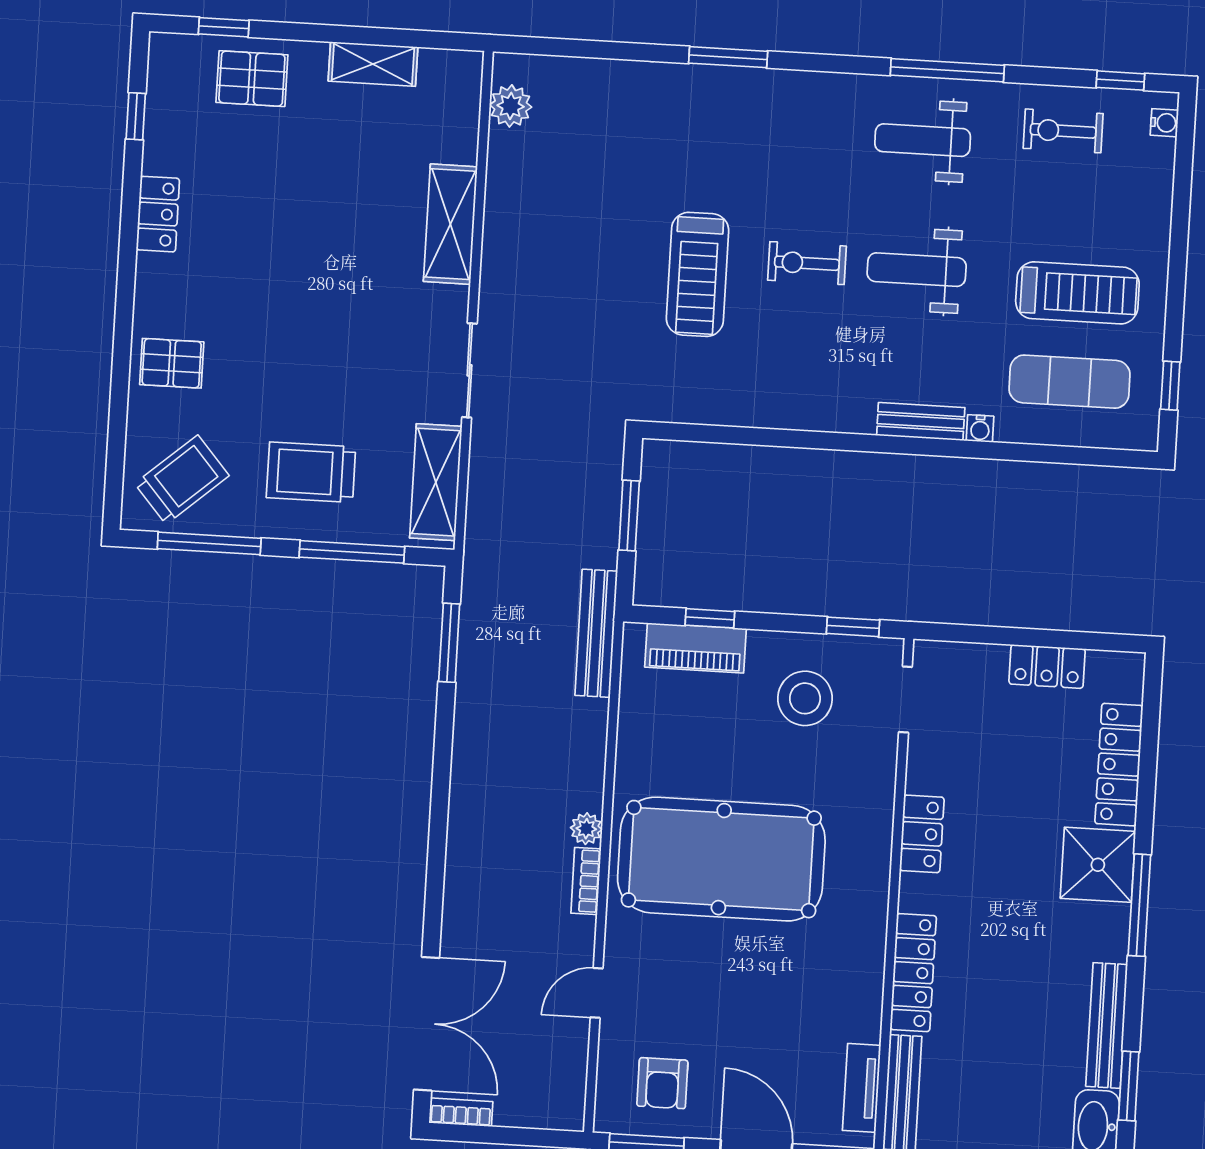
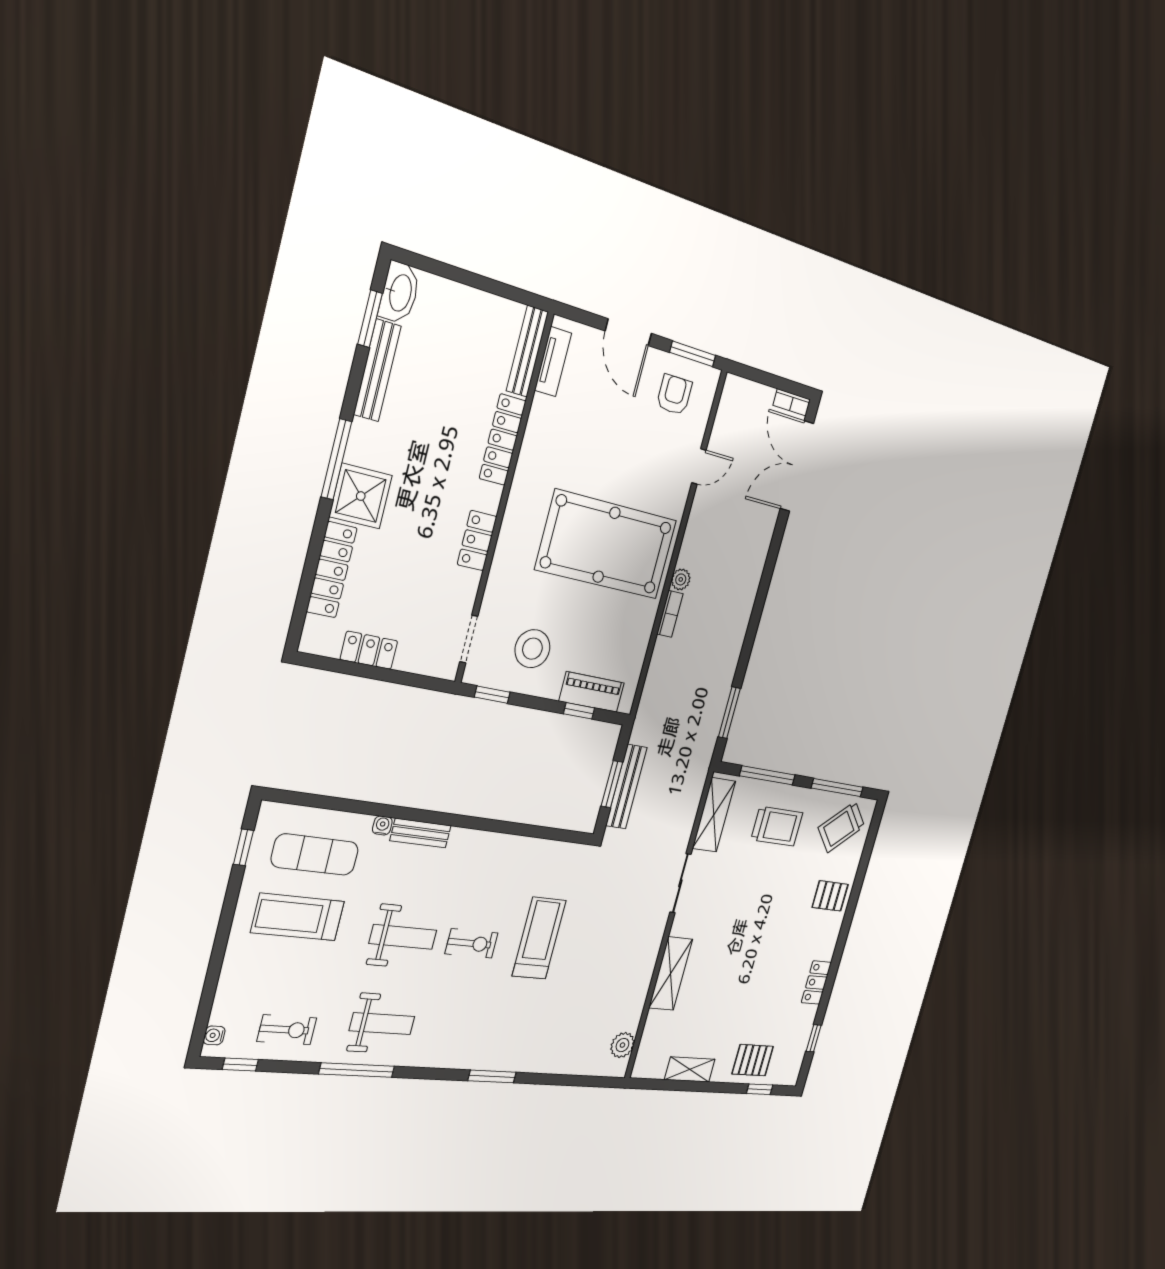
bench: (596, 633) -> (626, 787), moved
bookcase: (586, 881) -> (670, 614), moved

